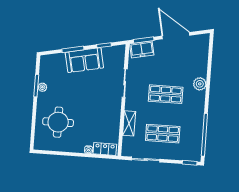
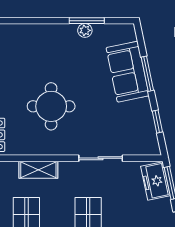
sofa: (84, 60) -> (128, 72), moved
round table: (58, 122) -> (51, 106), moved

